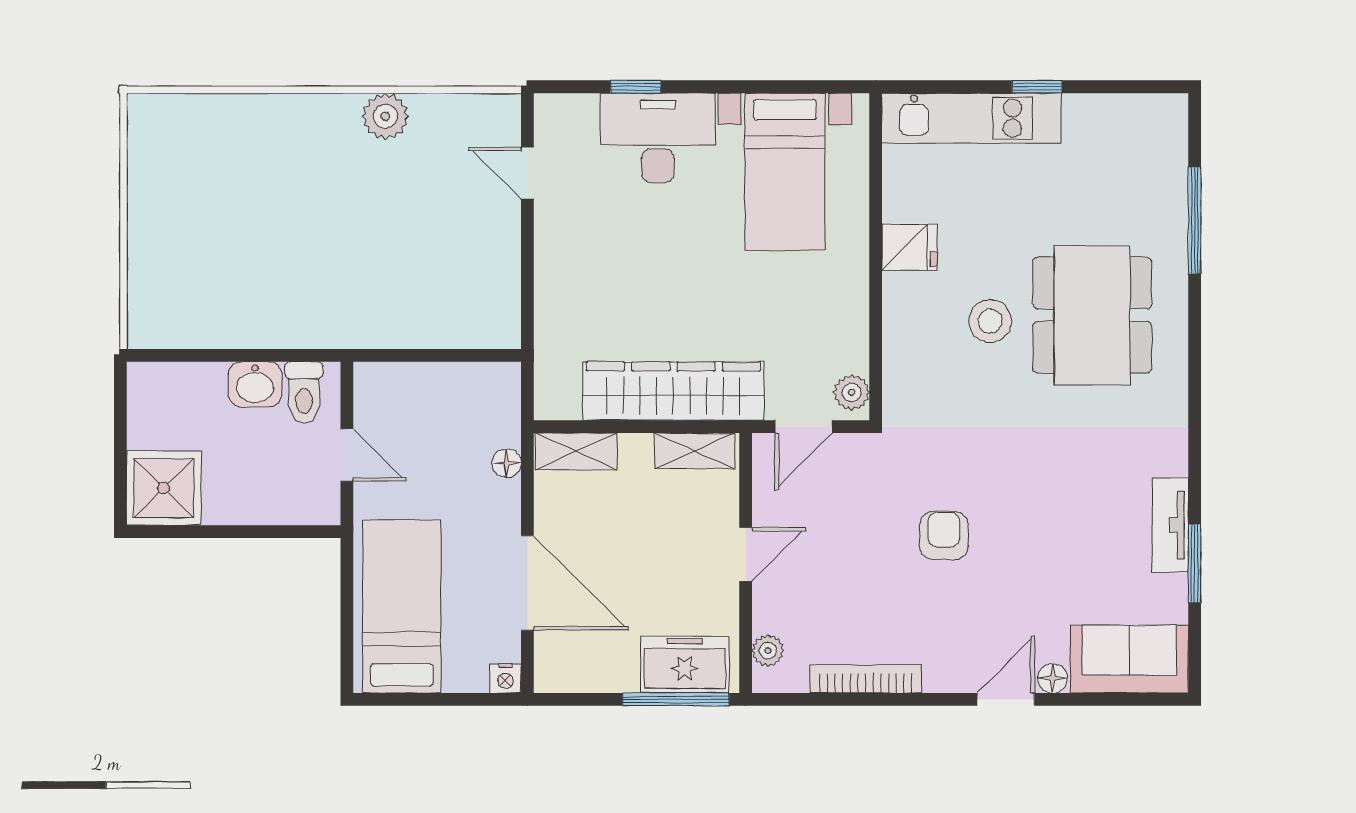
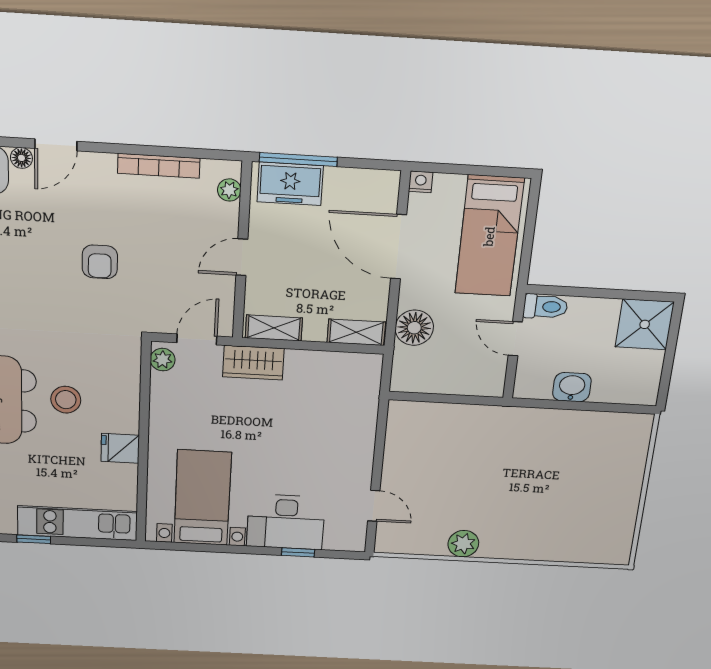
wardrobe: (673, 391) -> (253, 363), width x0.48, depth x0.85
toilet: (304, 392) -> (545, 307), moved, turned 90
floor lamp: (507, 463) -> (414, 328), width x1.89, depth x1.89

